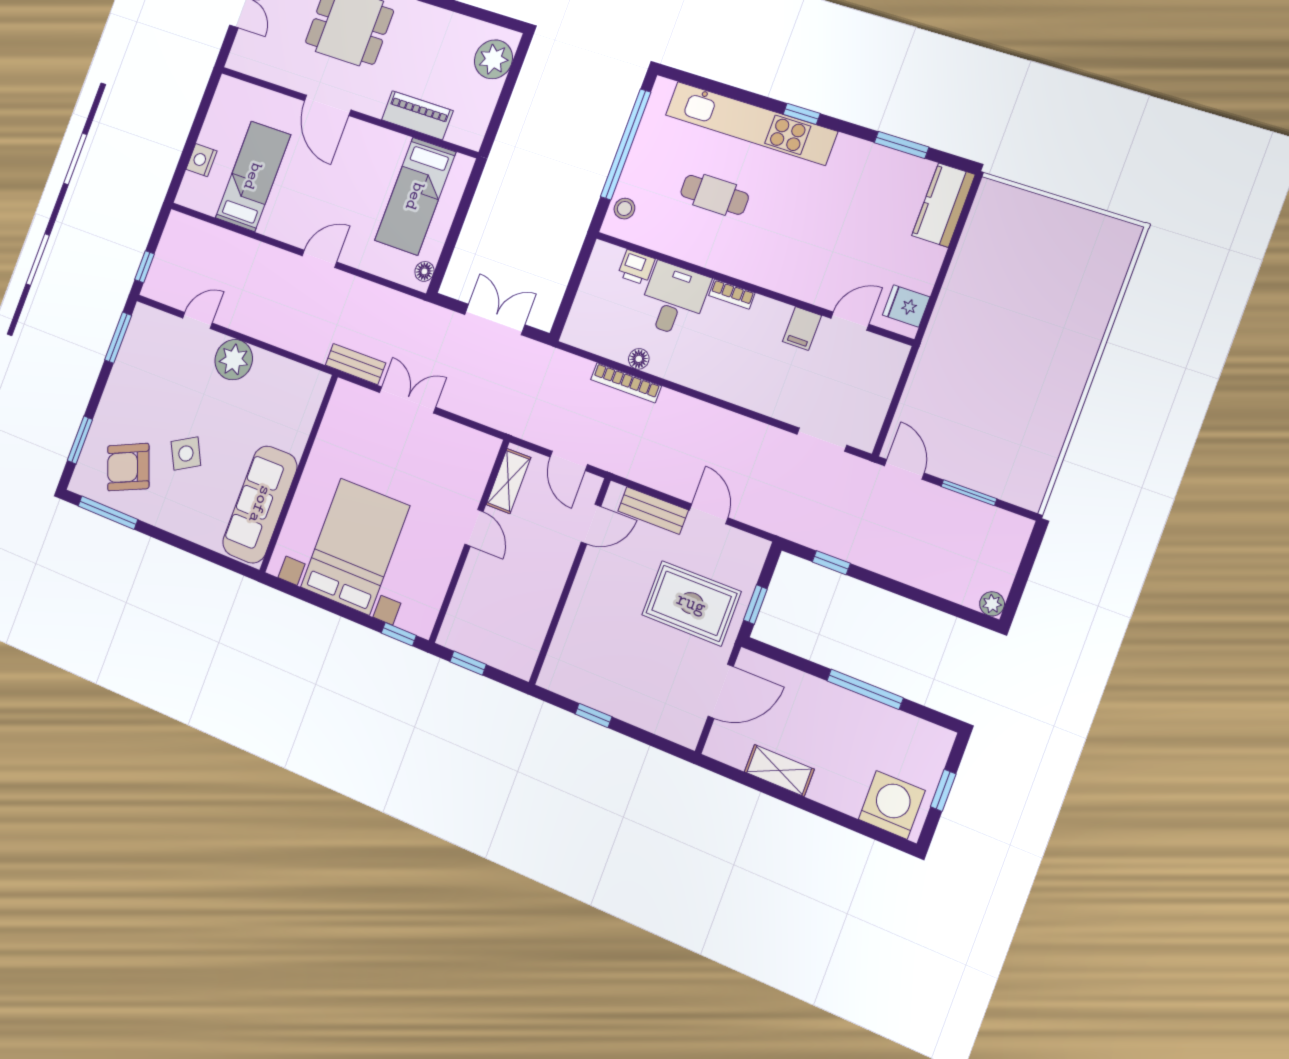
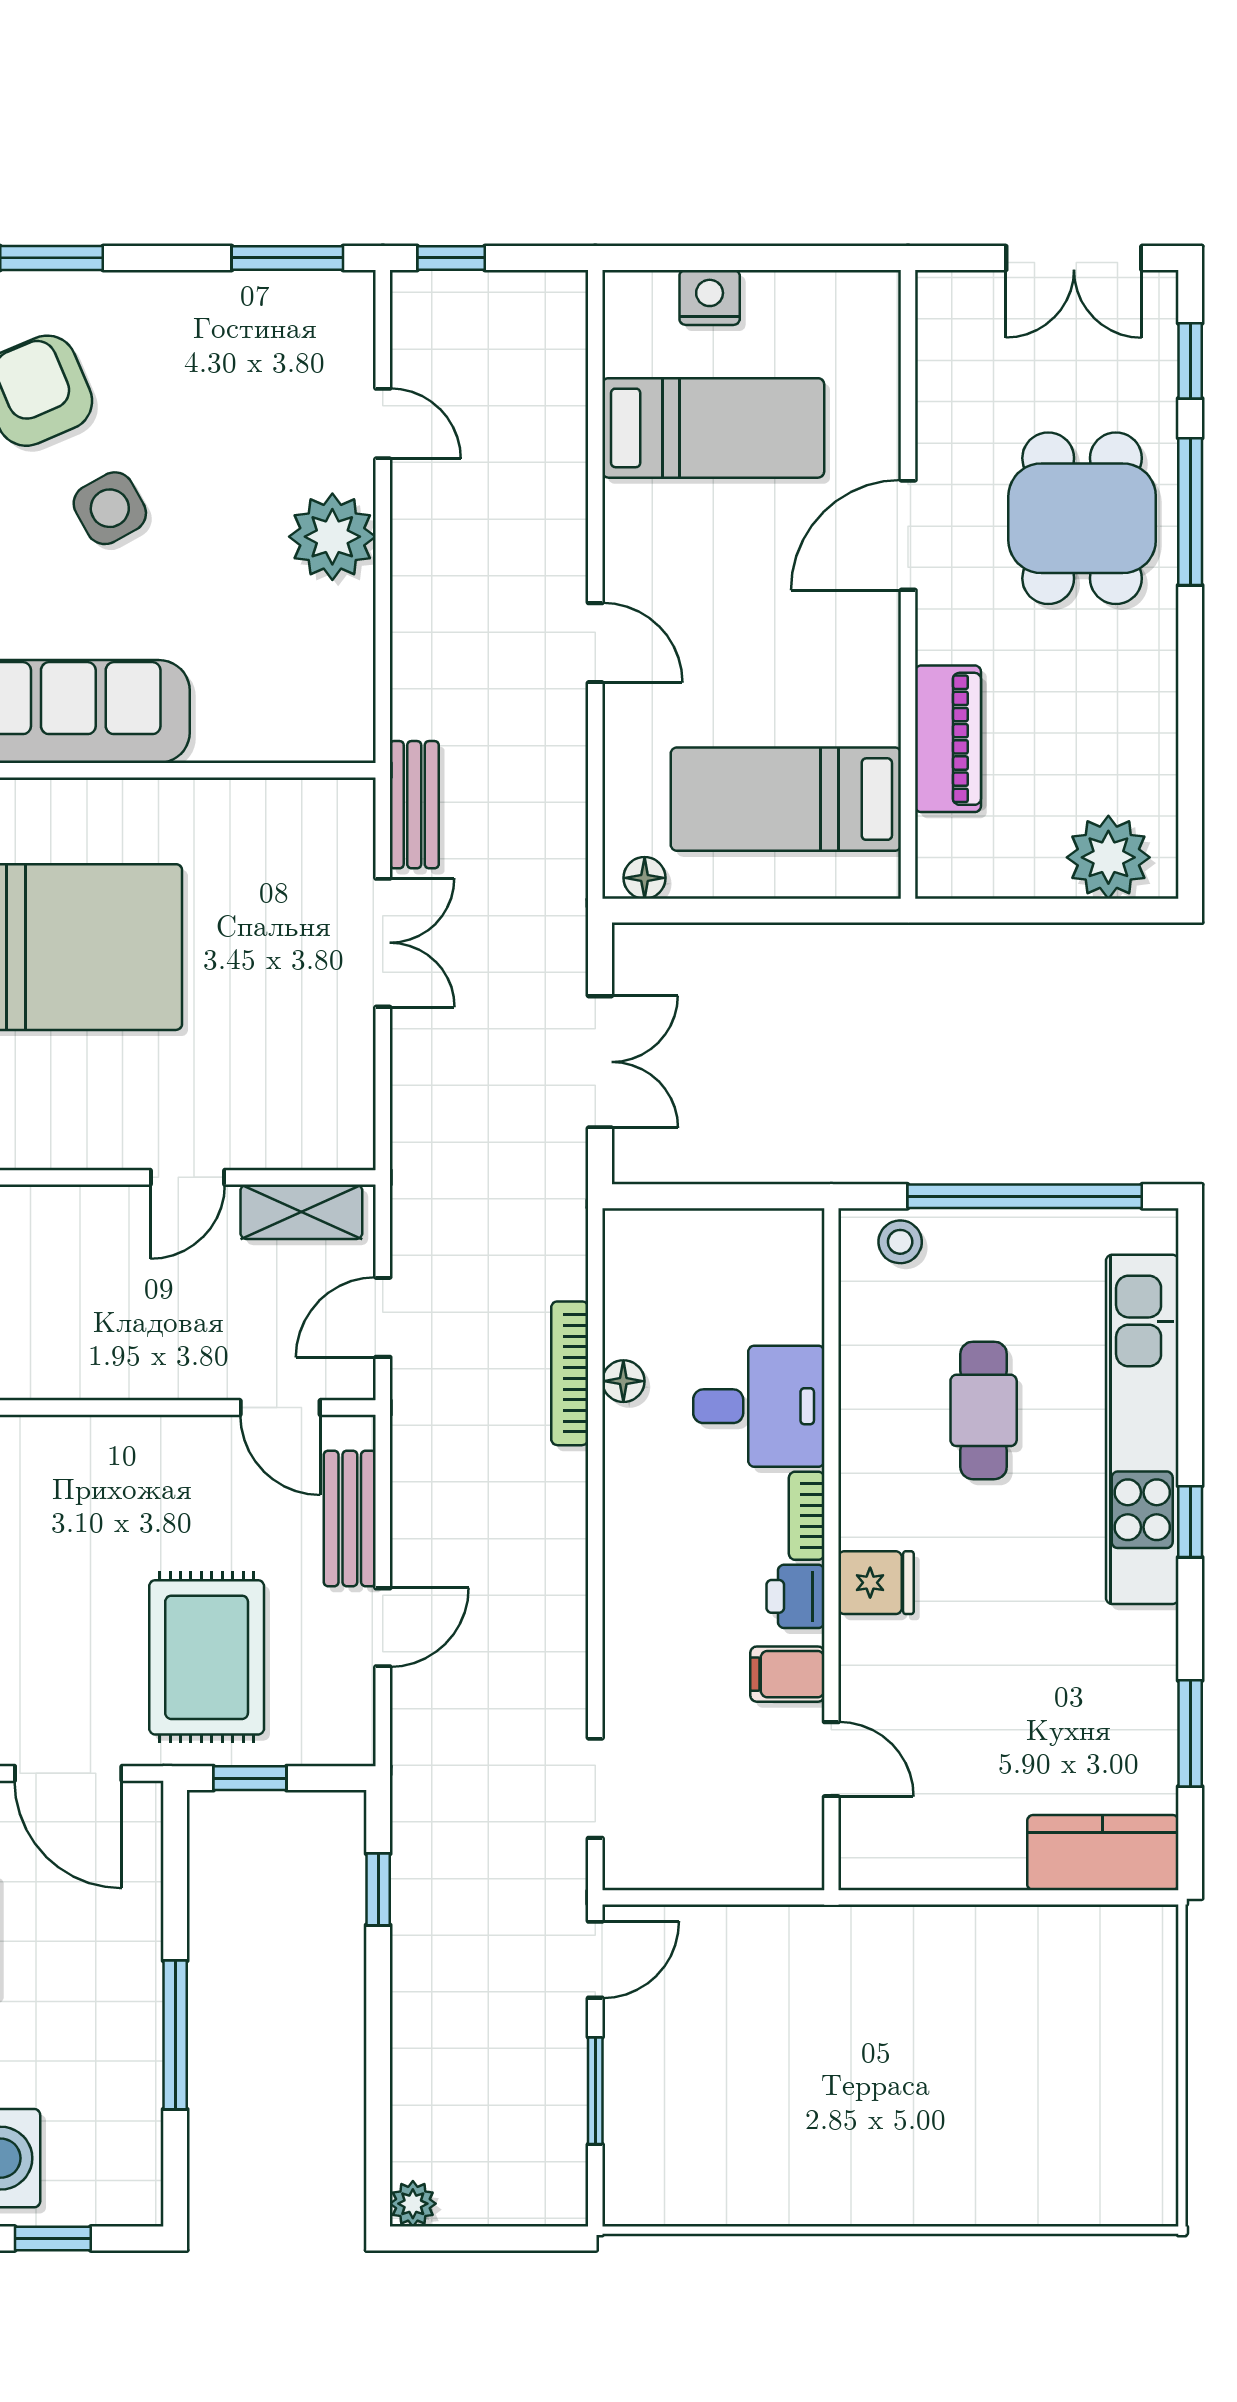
printer: (636, 267) -> (795, 1596), moved
fridge: (906, 306) -> (876, 1583), moved, turned 90

